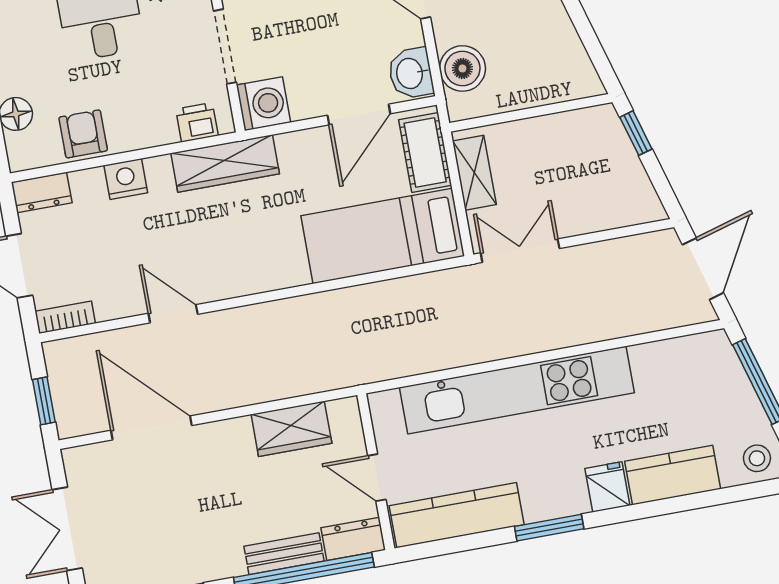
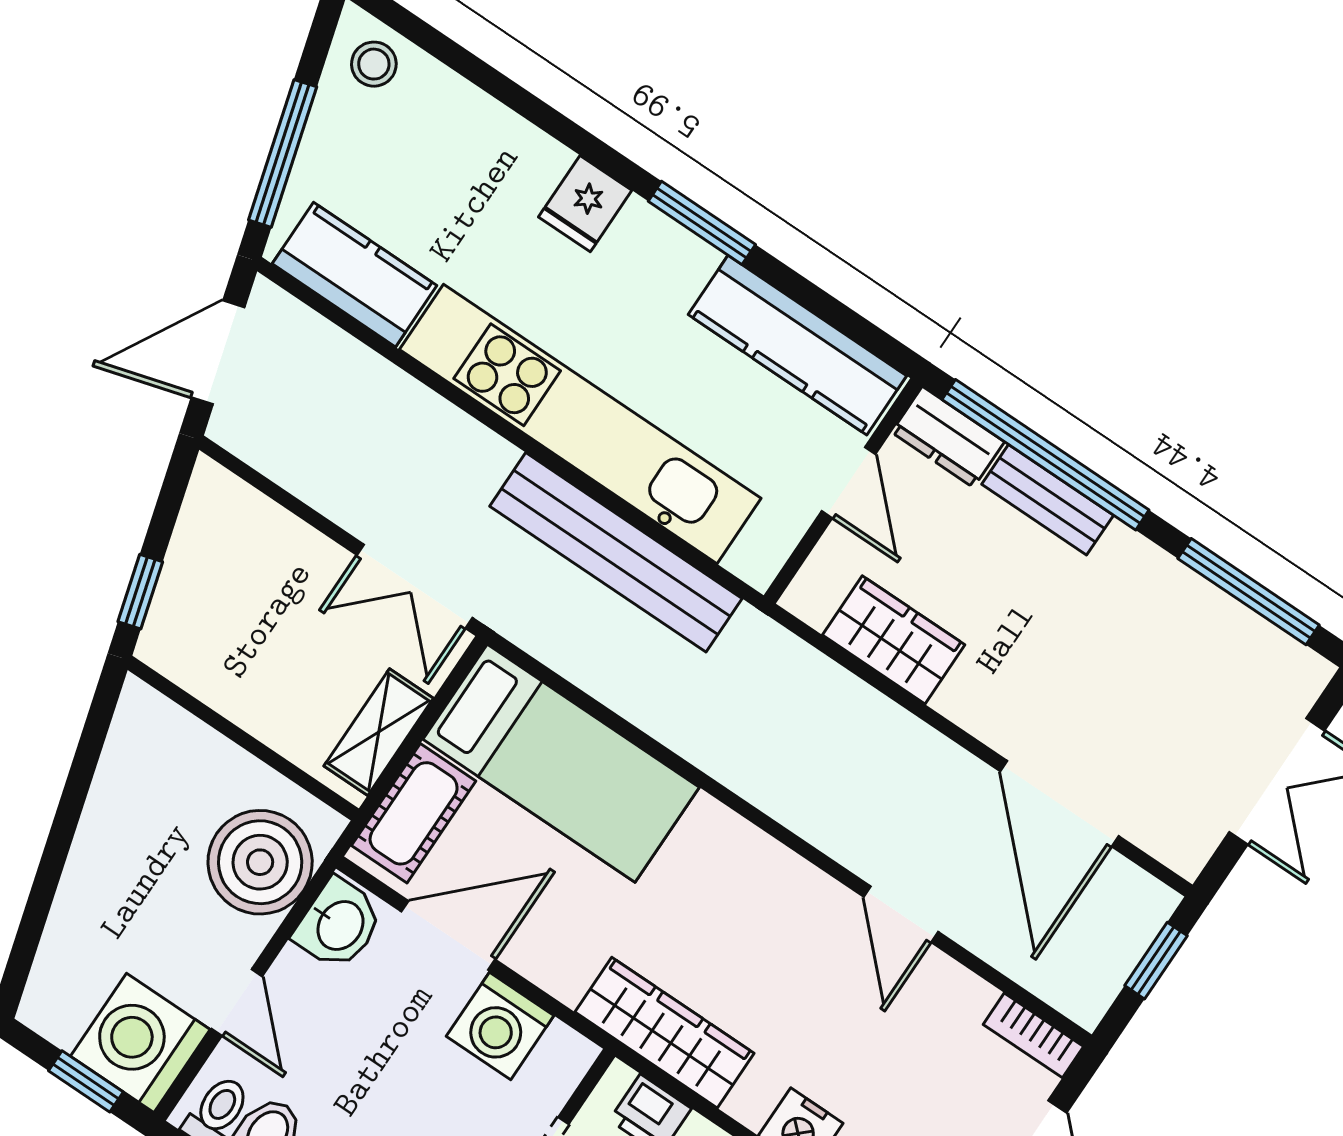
boiler: (462, 68) -> (260, 862), width x1.37, depth x1.37
washing machine: (263, 104) -> (500, 1026), moved, turned -90
bench: (448, 350) -> (616, 552), added
kitchen counter: (673, 475) -> (355, 275), moved, turned 180

